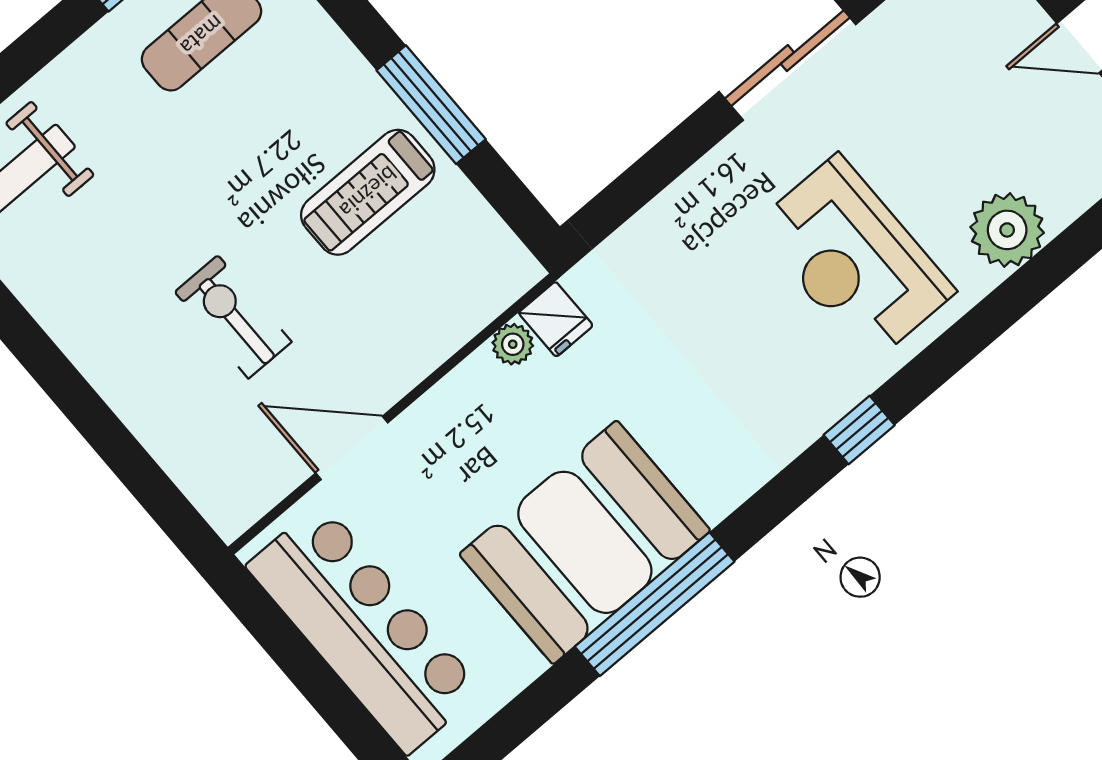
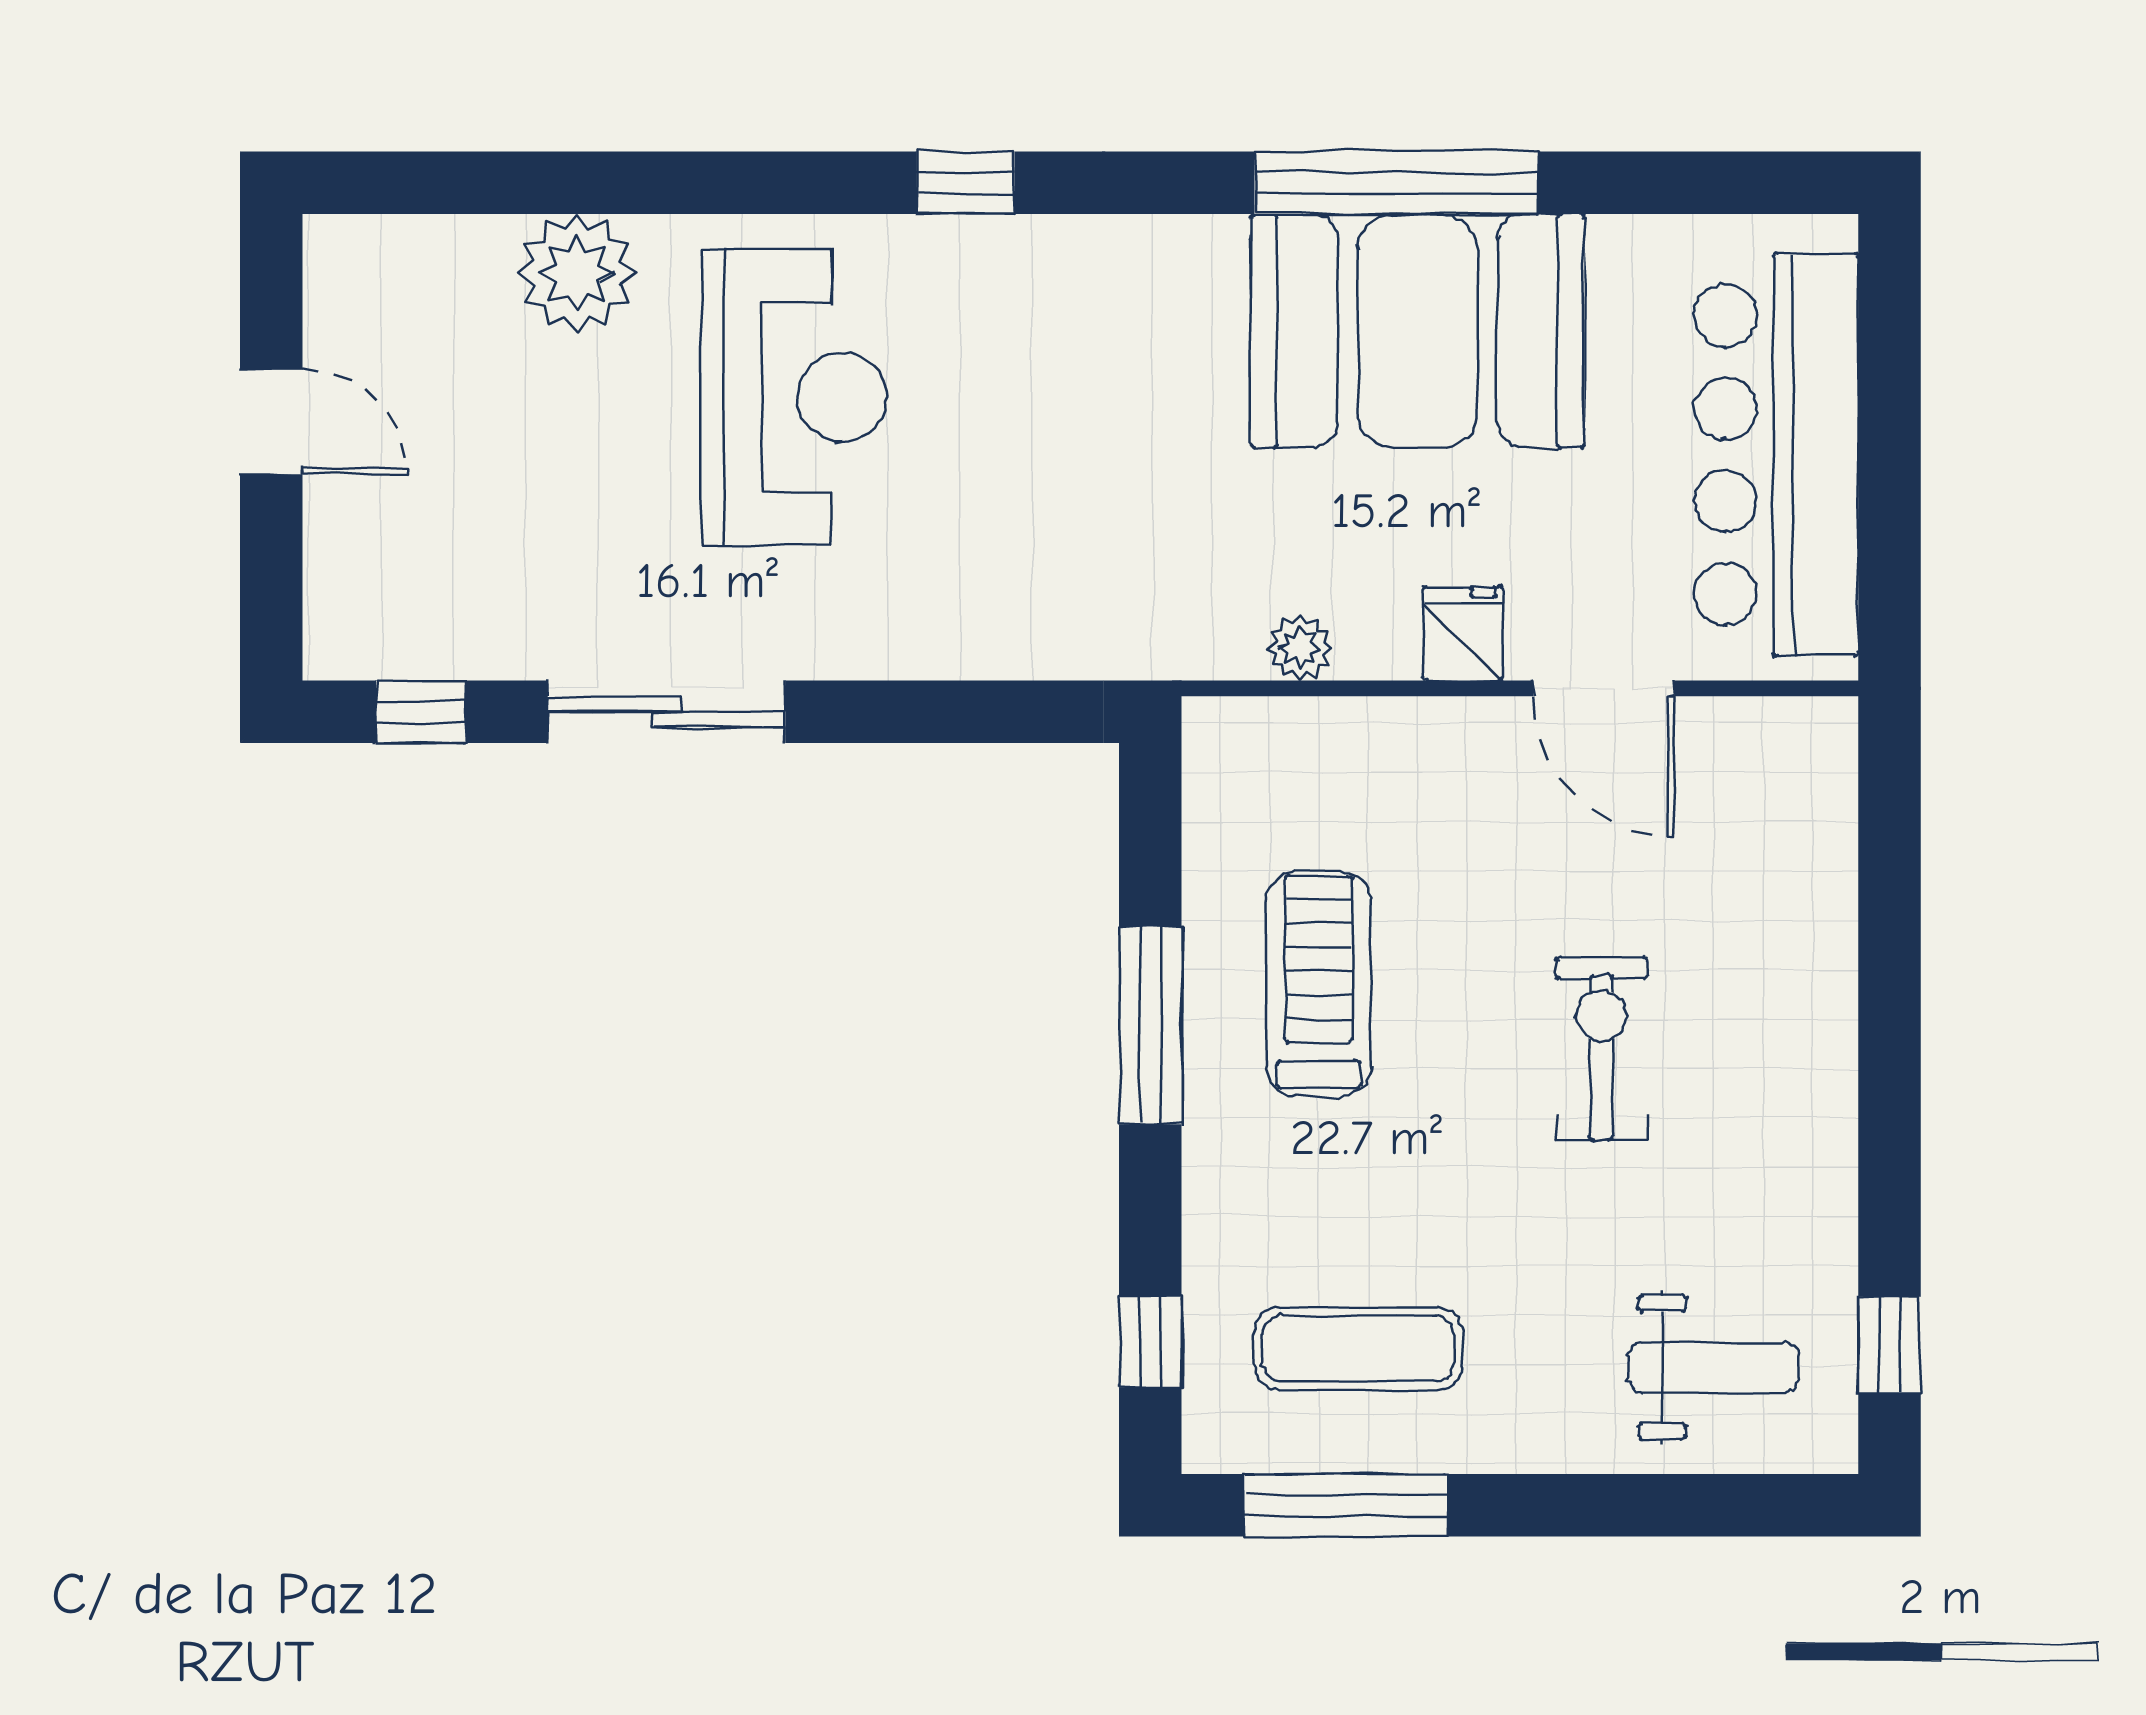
treadmill: (368, 192) -> (1319, 984), turned -90
exercise bike: (233, 317) -> (1601, 1049), moved, turned 180
fridge: (556, 319) -> (1463, 634), moved

